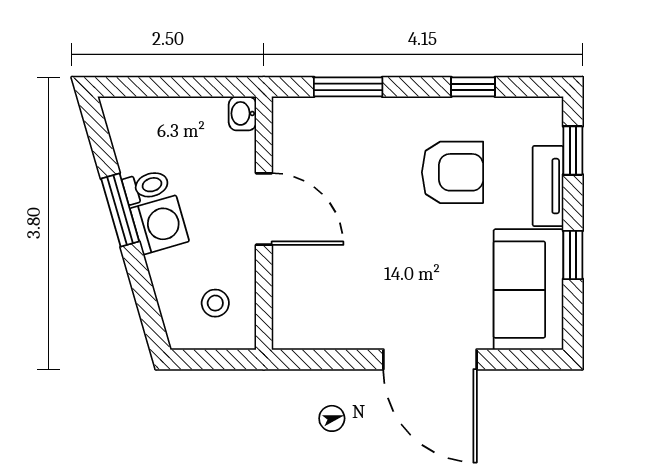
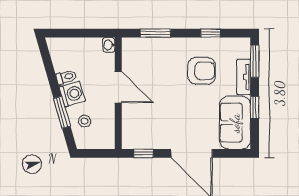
window: (573, 150) -> (255, 61), width x1.50
window: (120, 210) -> (62, 112), moved
stool: (215, 303) -> (85, 121), moved
window: (321, 359) -> (144, 153), added

